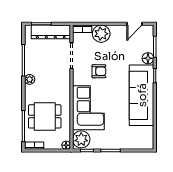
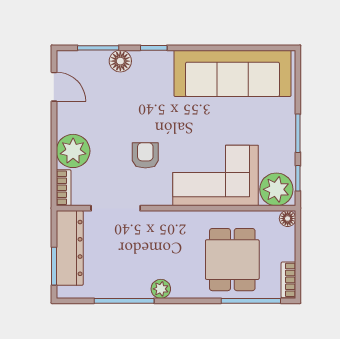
sofa: (142, 95) -> (232, 73), moved

